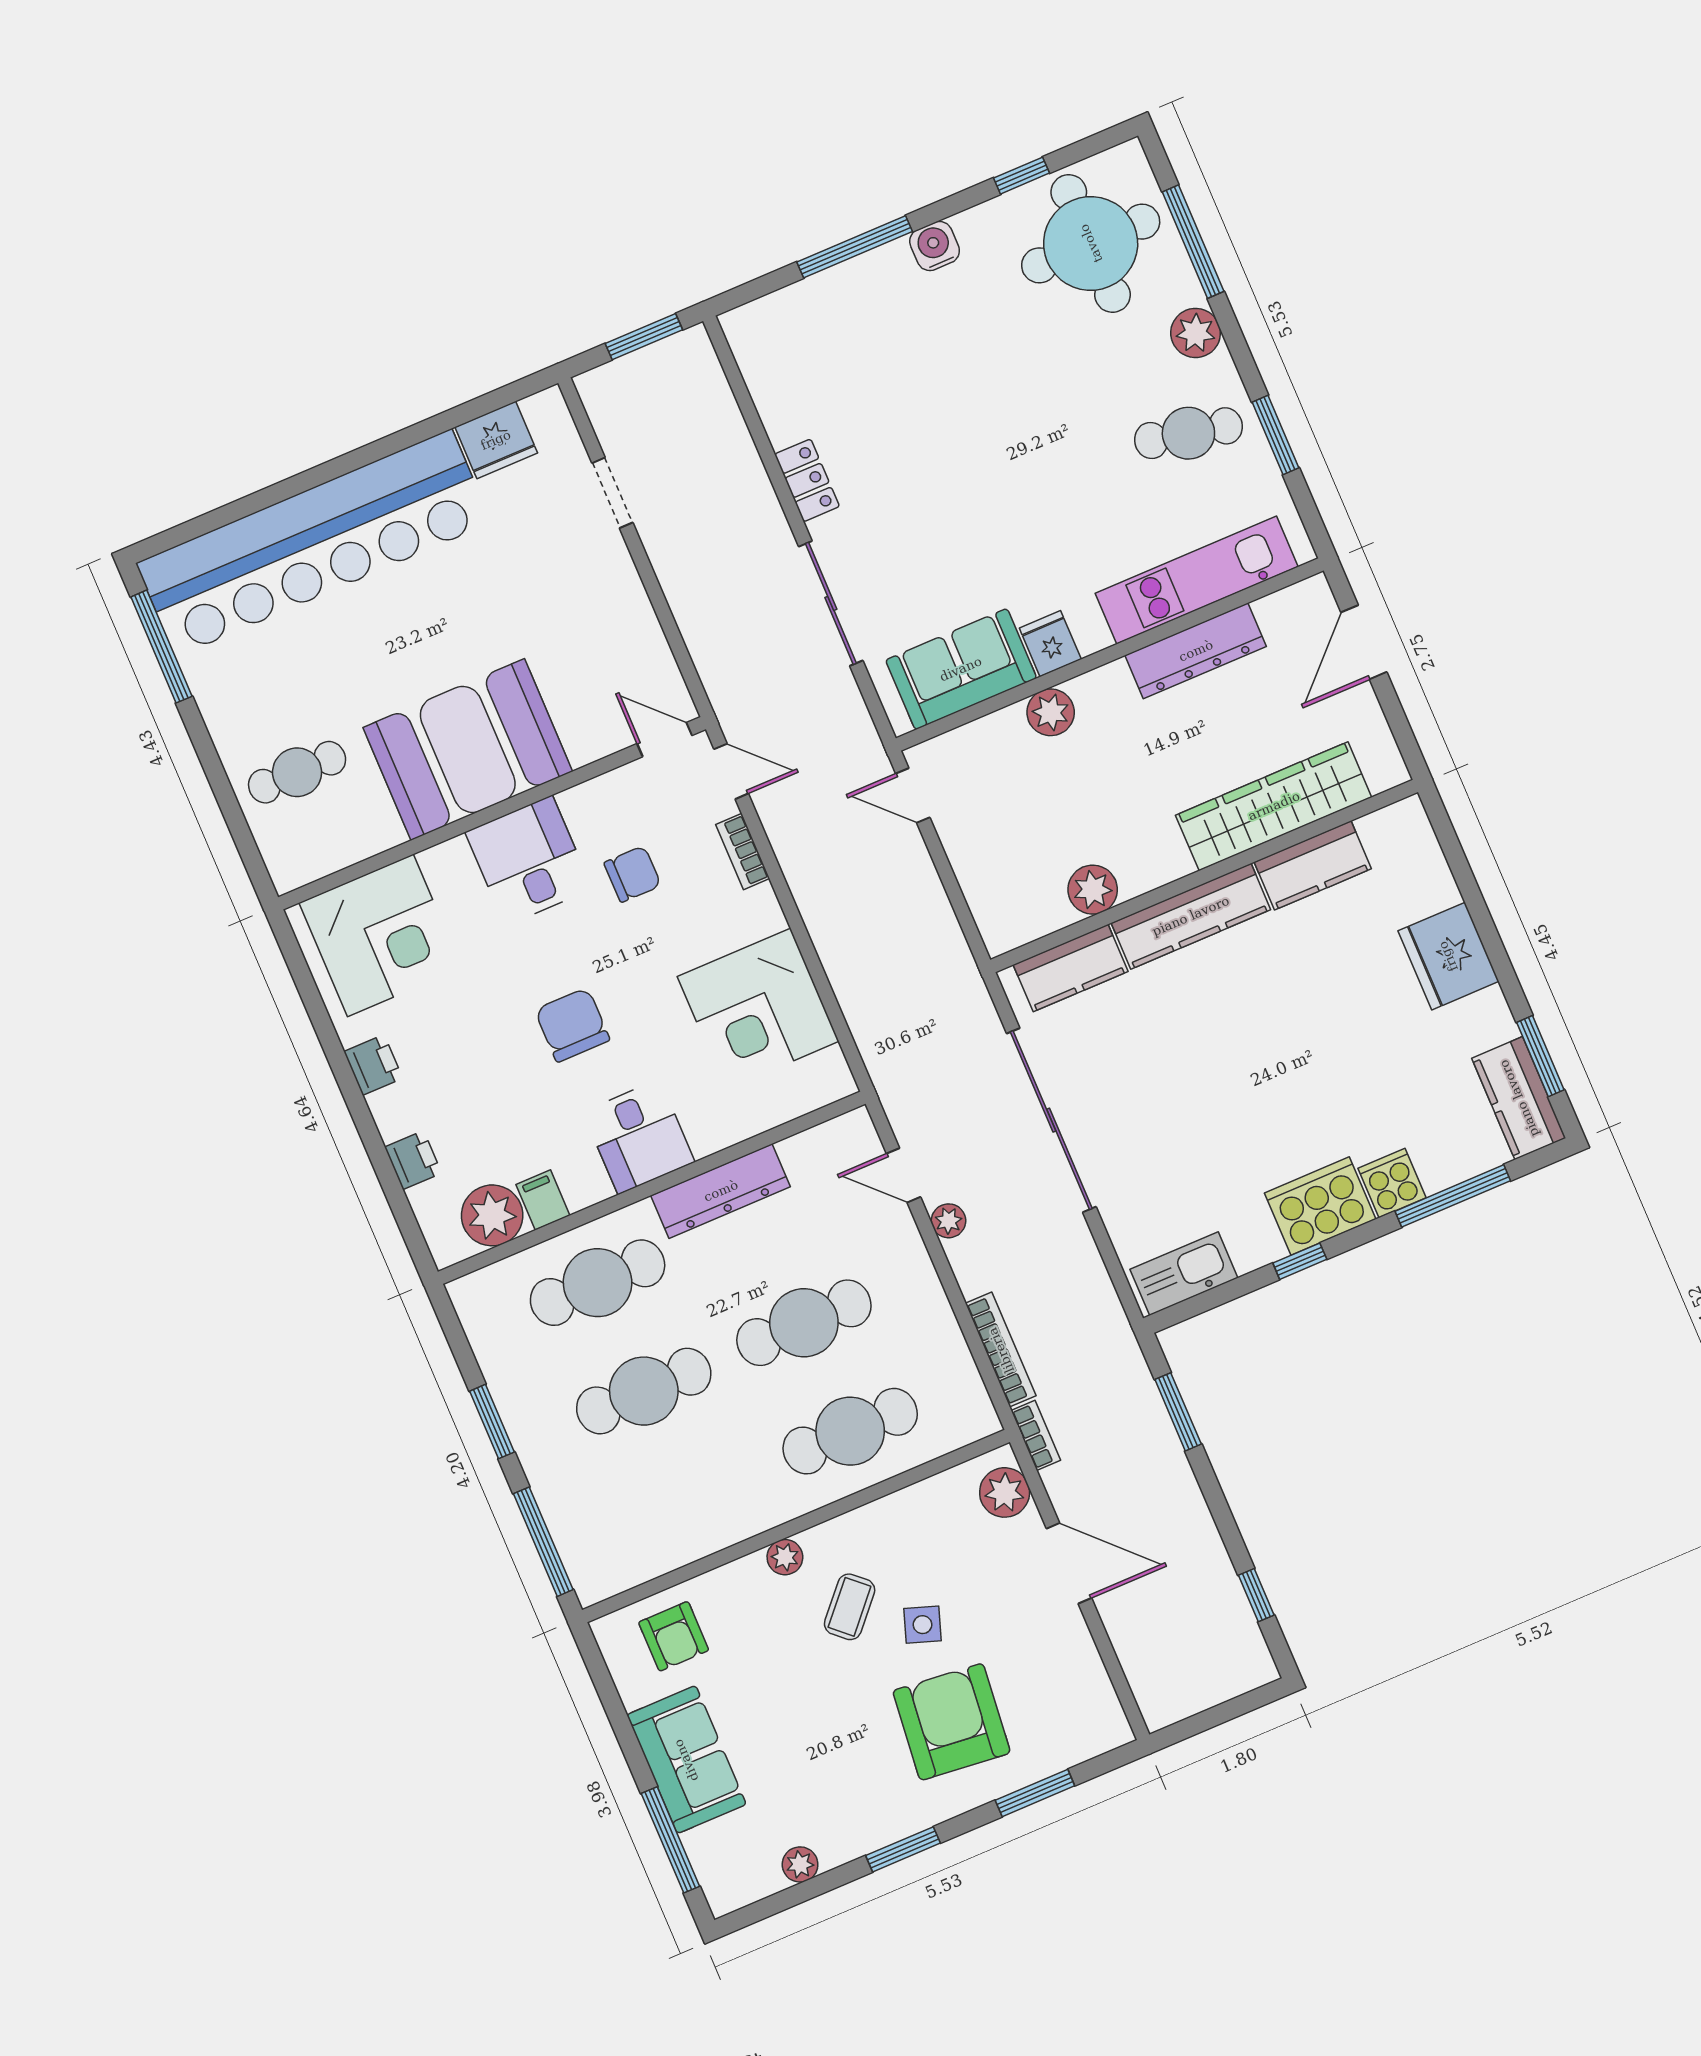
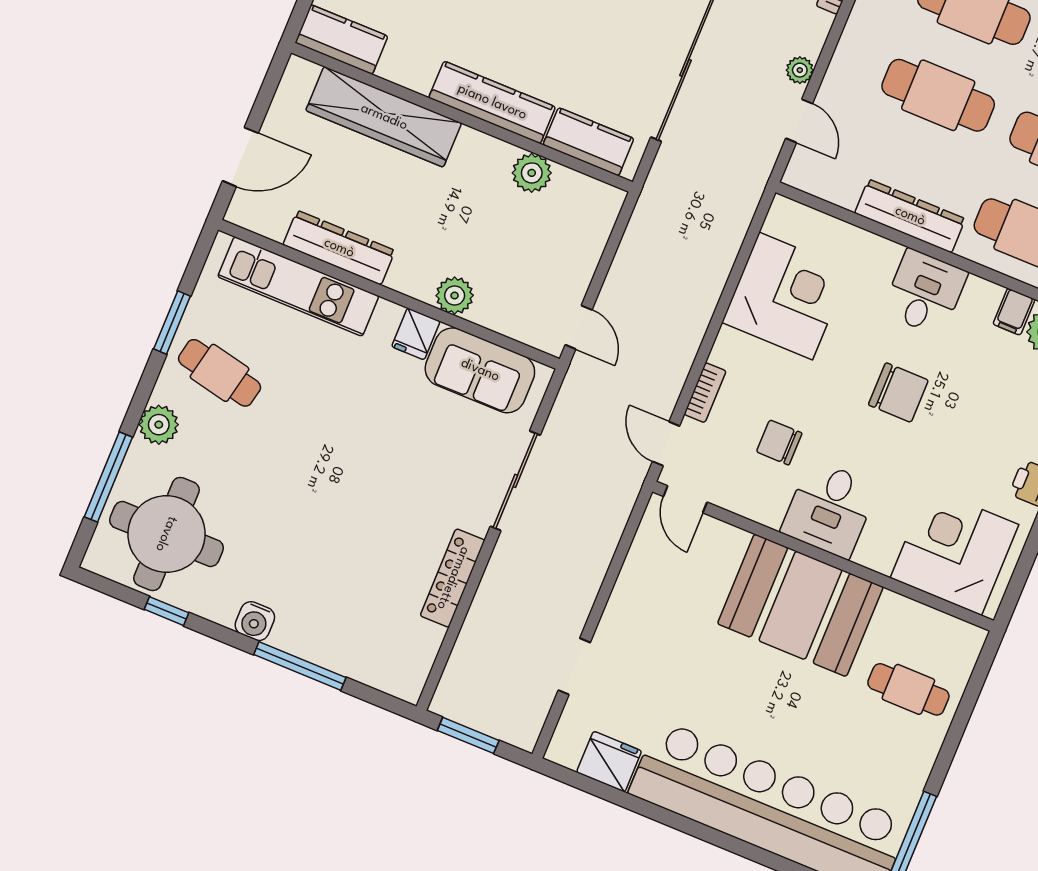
locker: (807, 480) -> (453, 578), width x1.53
kitchen counter: (1313, 865) -> (341, 39), moved
chair: (572, 1025) -> (898, 393), turned -90

